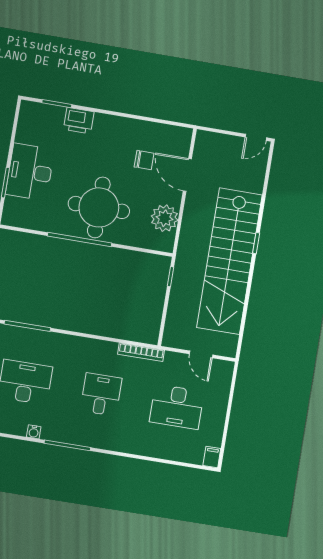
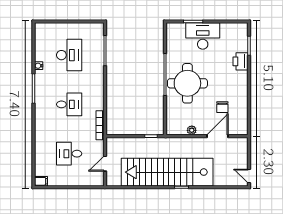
plant: (165, 218) -> (192, 130), width x0.53, depth x0.53
desk: (177, 407) -> (69, 154), width x0.73

